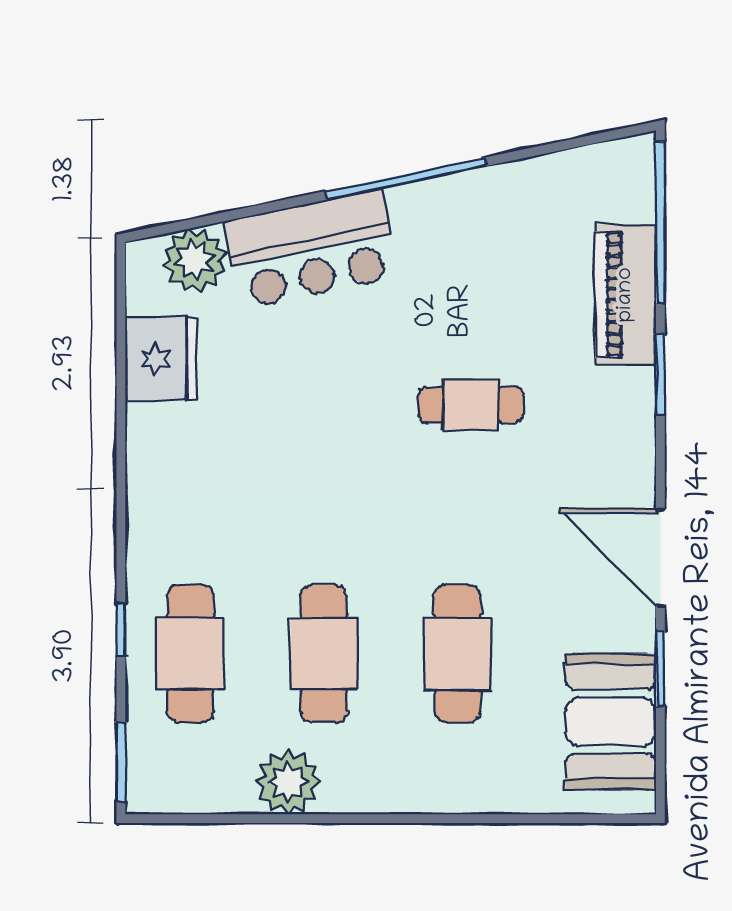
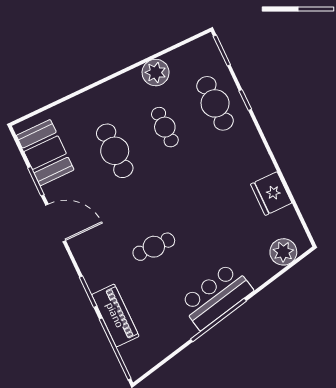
bar counter: (312, 249) -> (216, 296), moved
fridge: (161, 359) -> (271, 194), moved
cafe table: (324, 654) -> (165, 127), width x0.73, depth x0.74

